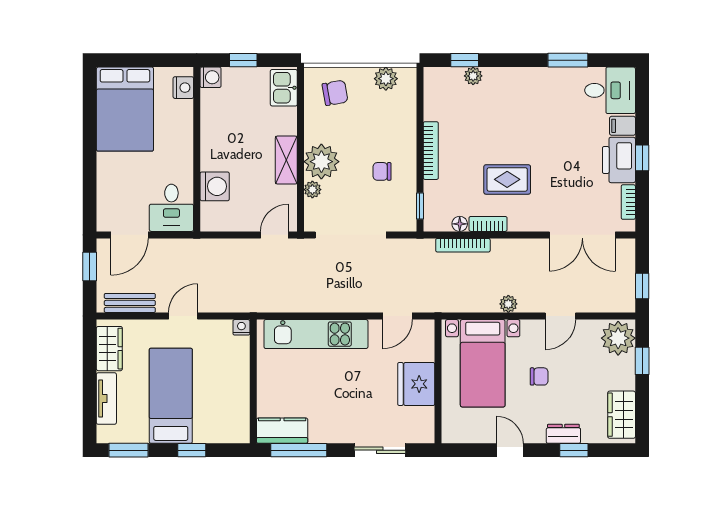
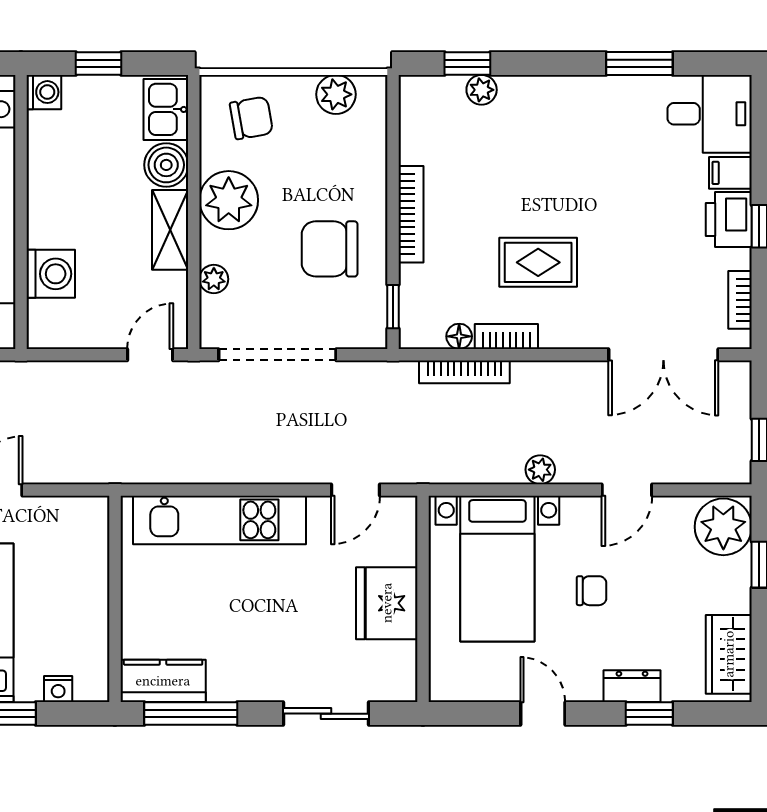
boiler: (284, 121) -> (166, 165), added
printer: (619, 160) -> (729, 219), width x0.73, depth x0.84
plant: (321, 162) -> (229, 200), moved
chair: (382, 171) -> (330, 249), width x1.87, depth x1.87
nightstand: (241, 327) -> (58, 689), moved, turned 180

